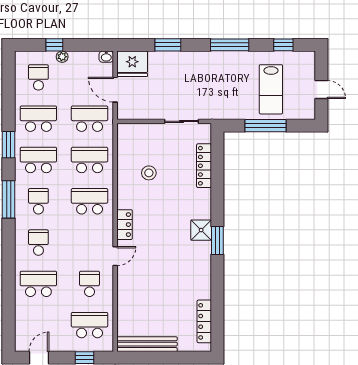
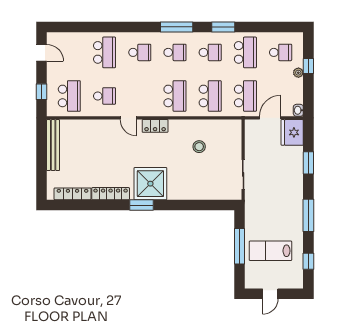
school desk: (38, 160) -> (210, 52), width x0.54
locker: (204, 166) -> (111, 194), moved
shower: (201, 230) -> (150, 184), width x1.86, depth x1.86

